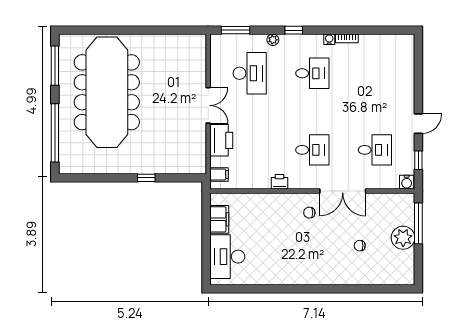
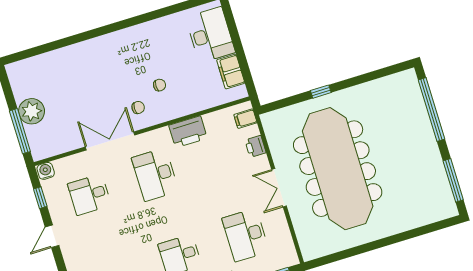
meeting table: (107, 92) -> (338, 169), moved
printer: (221, 140) -> (256, 146), width x0.53, depth x0.68
desk: (312, 150) -> (155, 174), width x1.37
printer: (280, 182) -> (188, 132), width x1.87, depth x1.48
chair: (360, 246) -> (160, 85), moved

